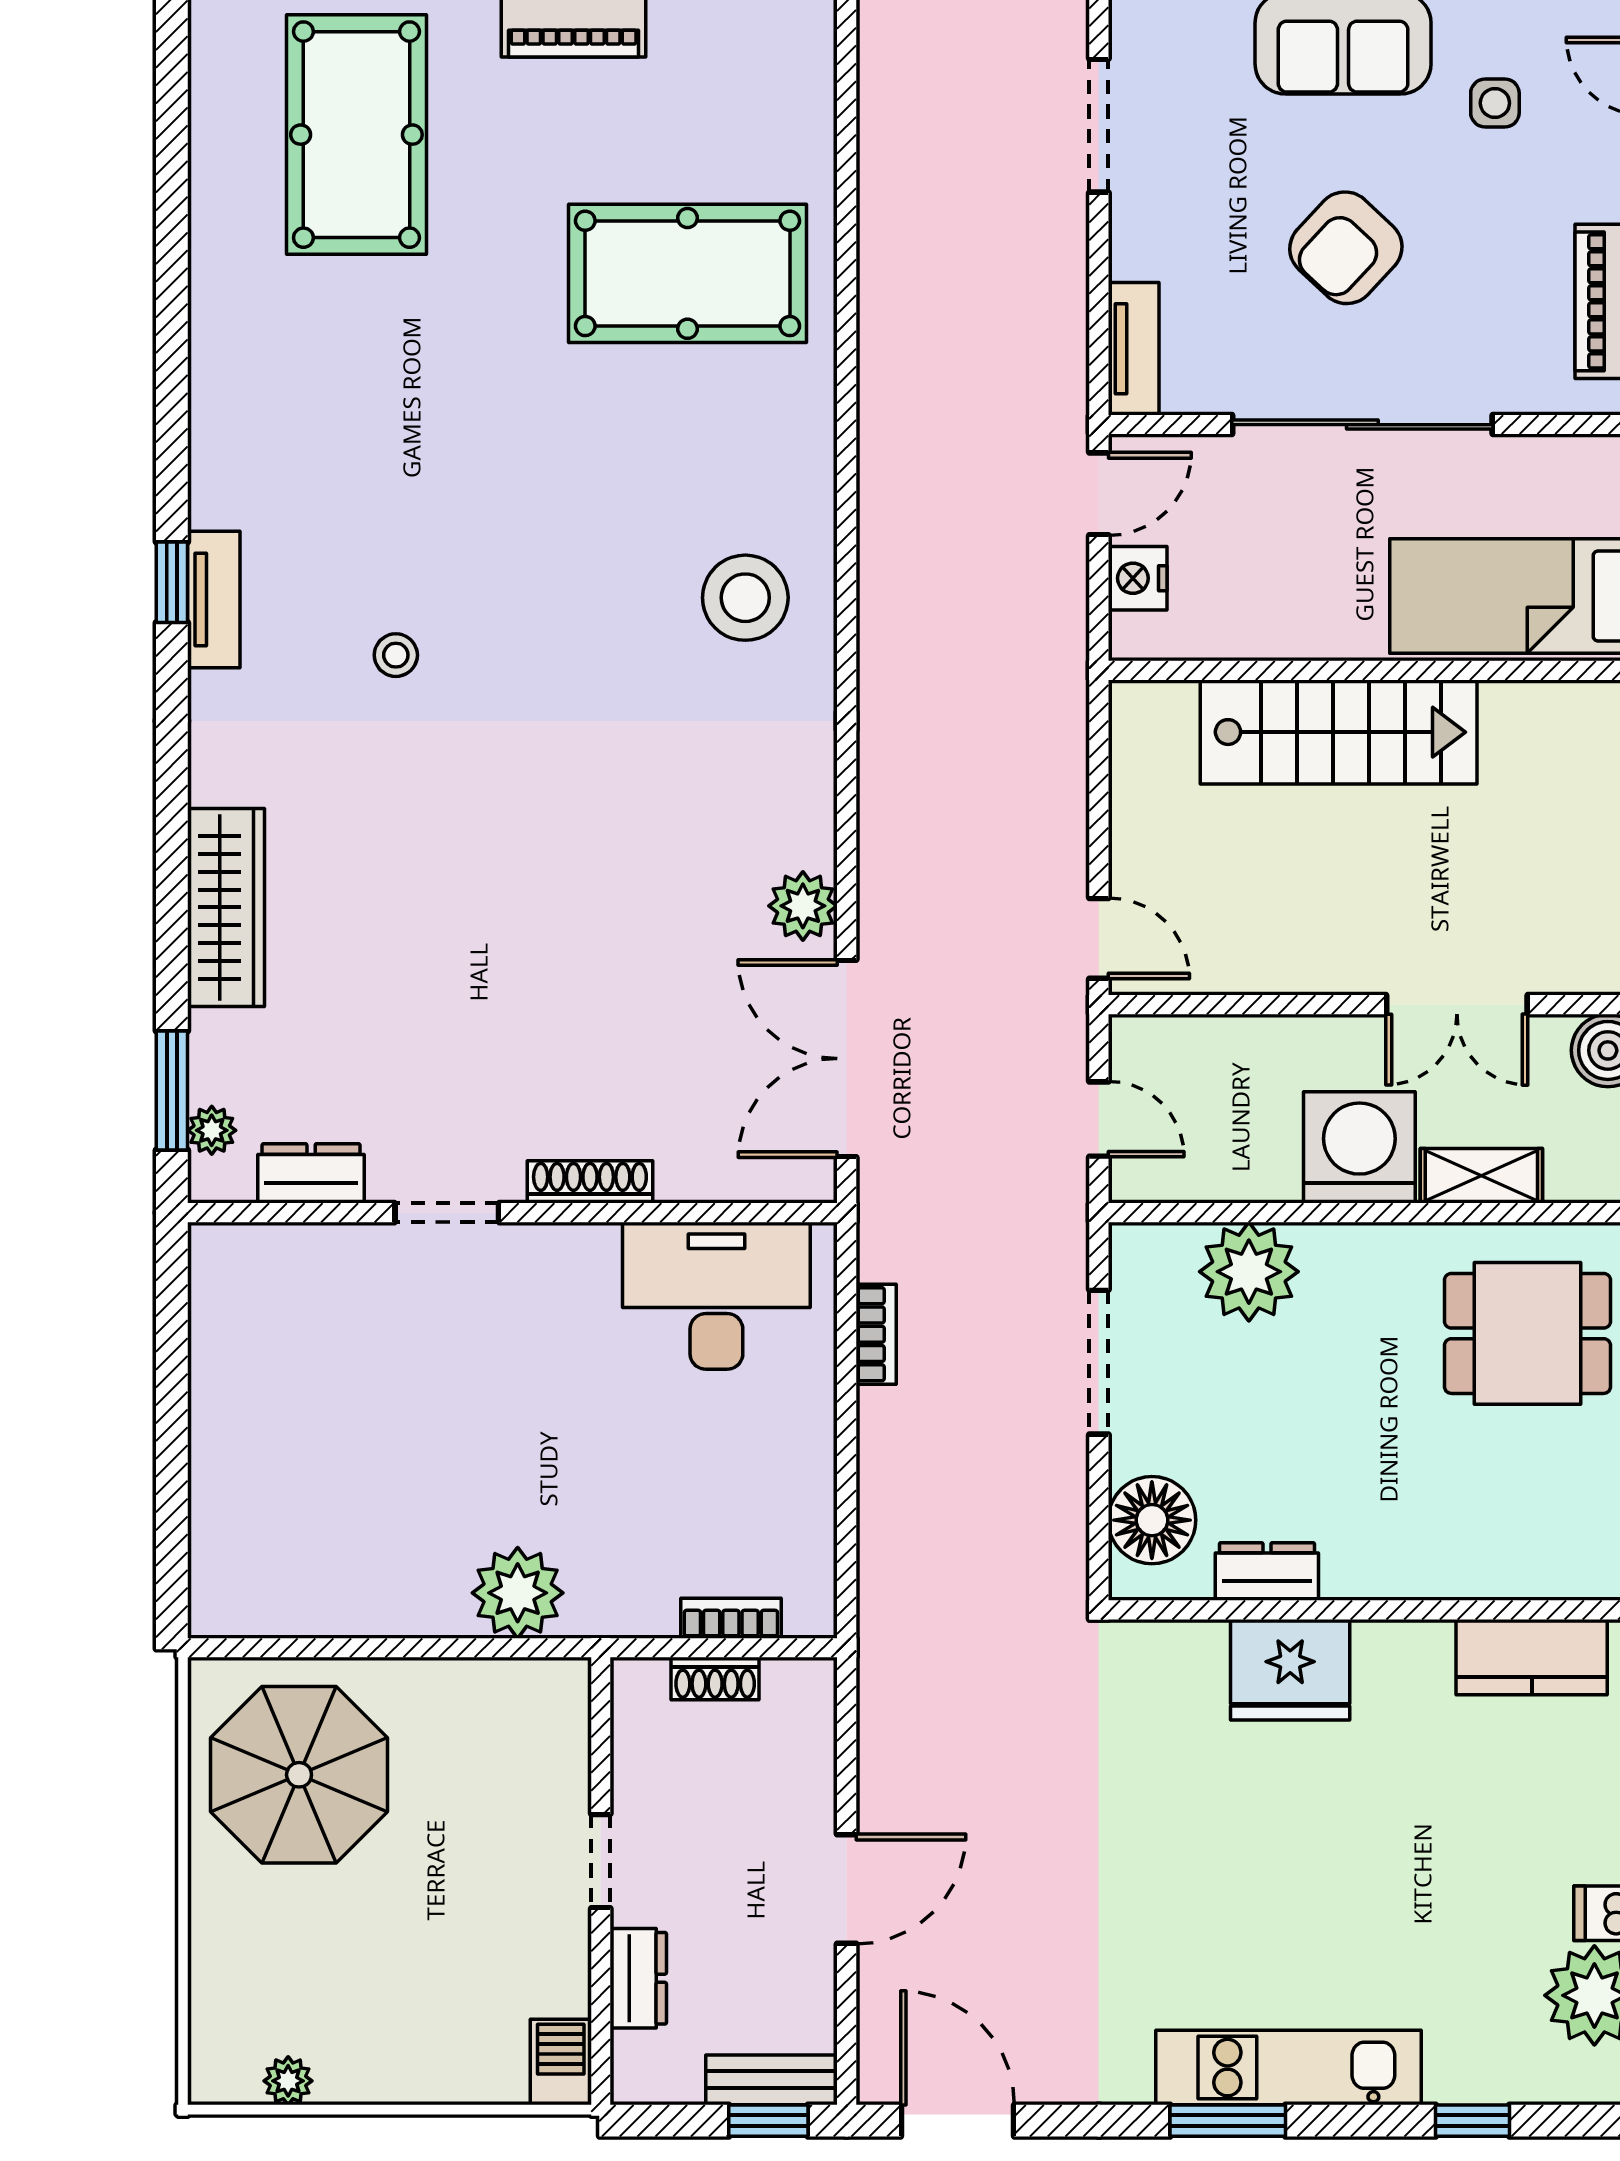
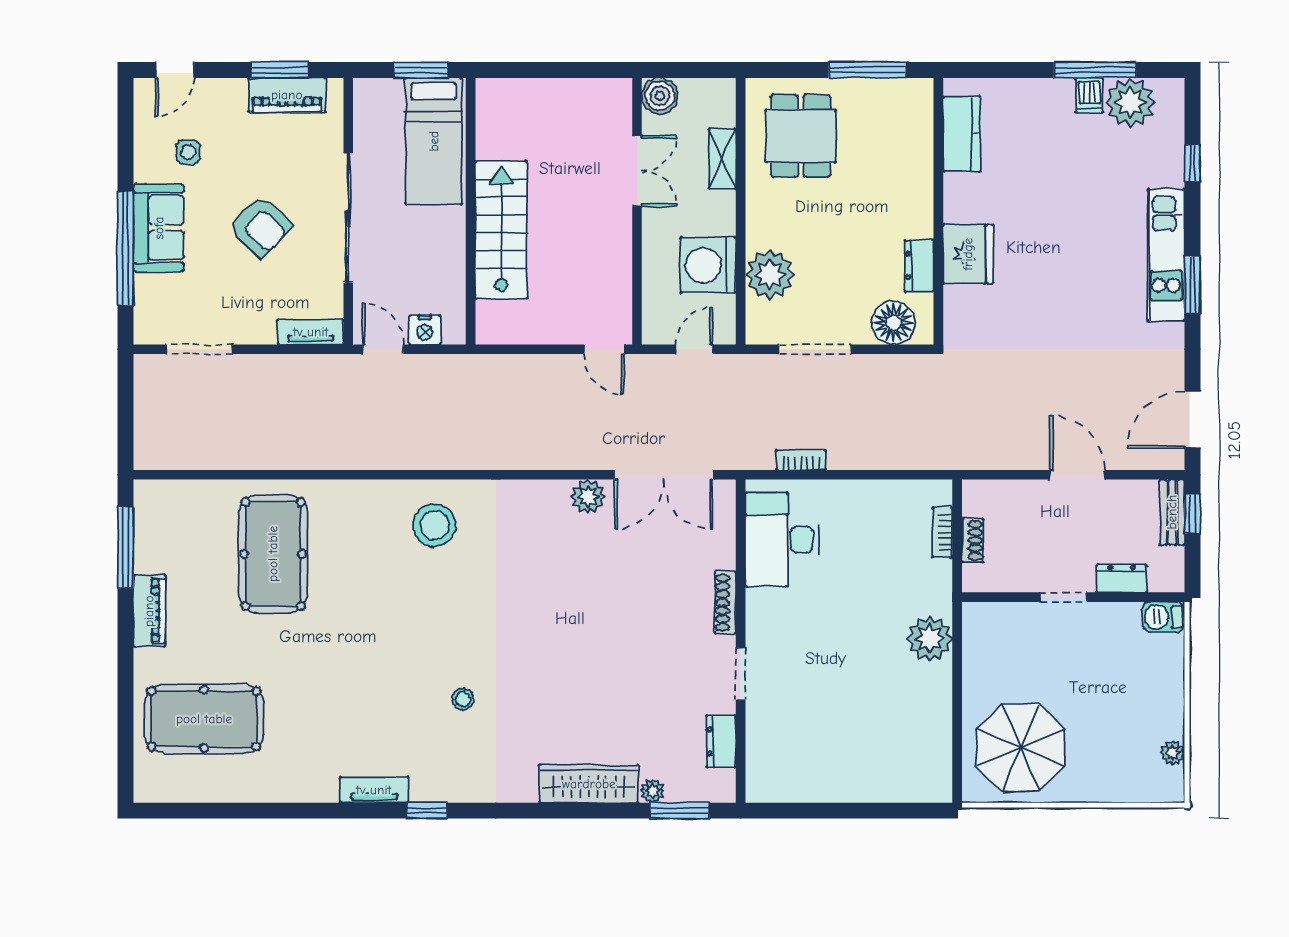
tv unit: (214, 600) -> (374, 790), moved
door: (1099, 938) -> (604, 349), swing flipped
plant: (212, 1130) -> (652, 791), moved
washing machine: (1359, 1147) -> (708, 265), moved

